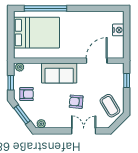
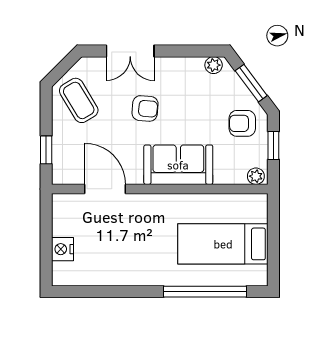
bed: (36, 33) -> (223, 244), width x0.67
door: (97, 61) -> (105, 189), swing flipped

